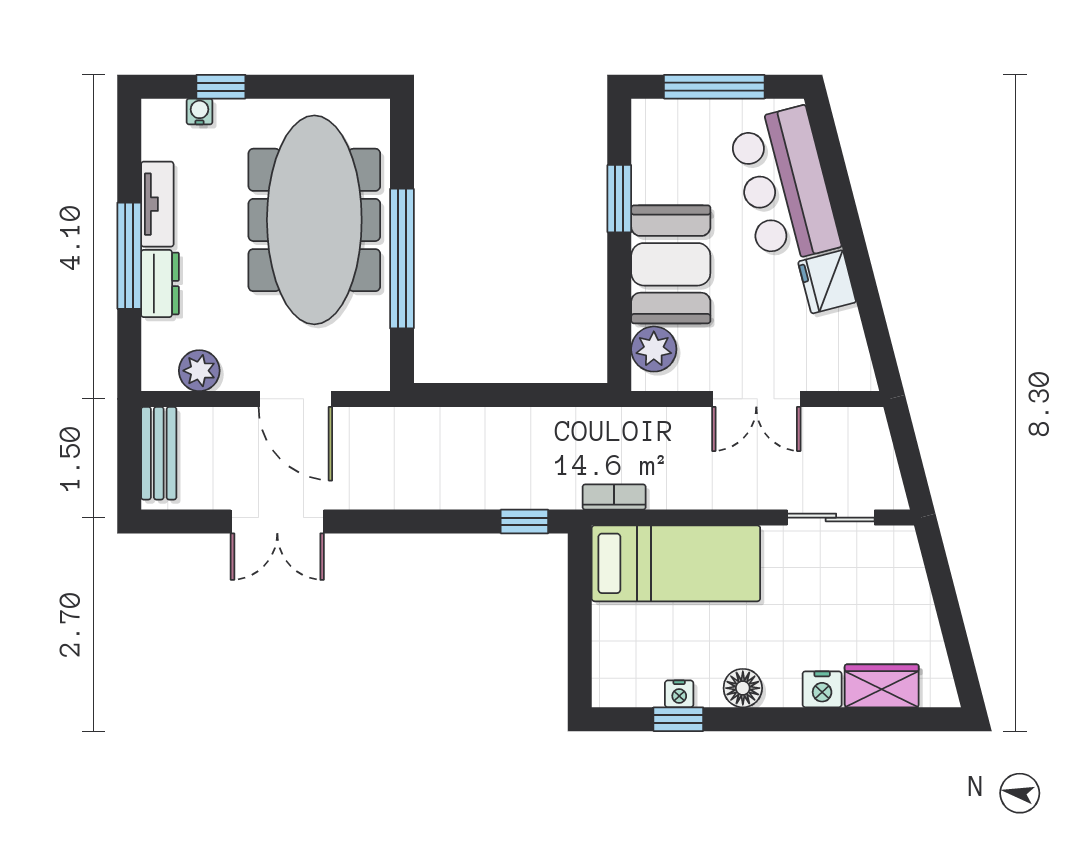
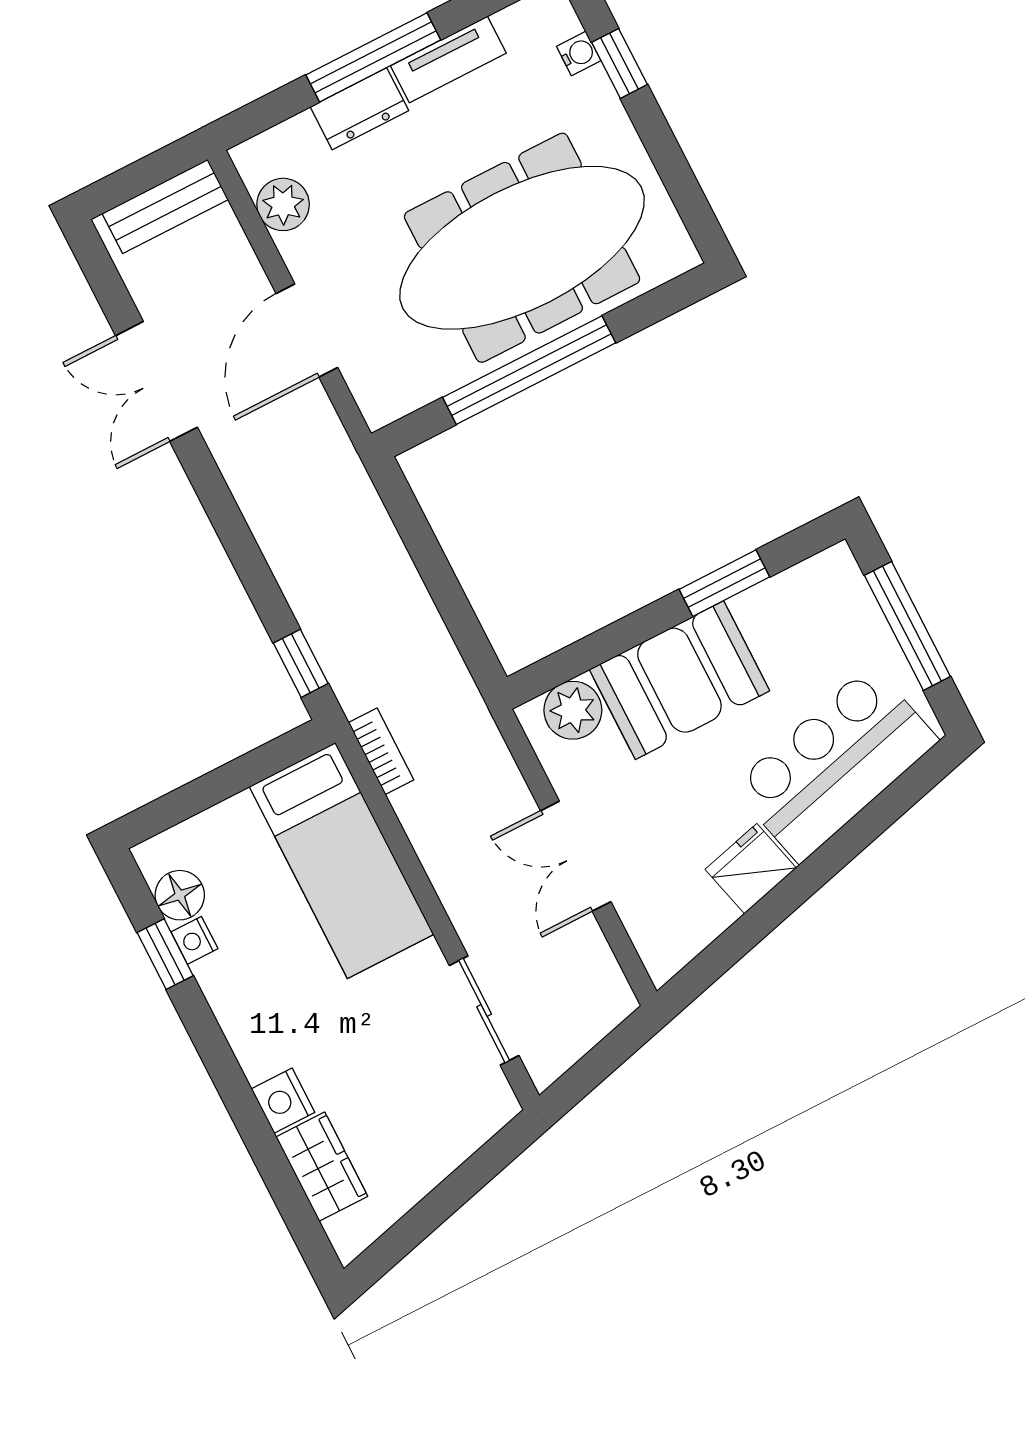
floor lamp: (743, 688) -> (180, 895), moved

